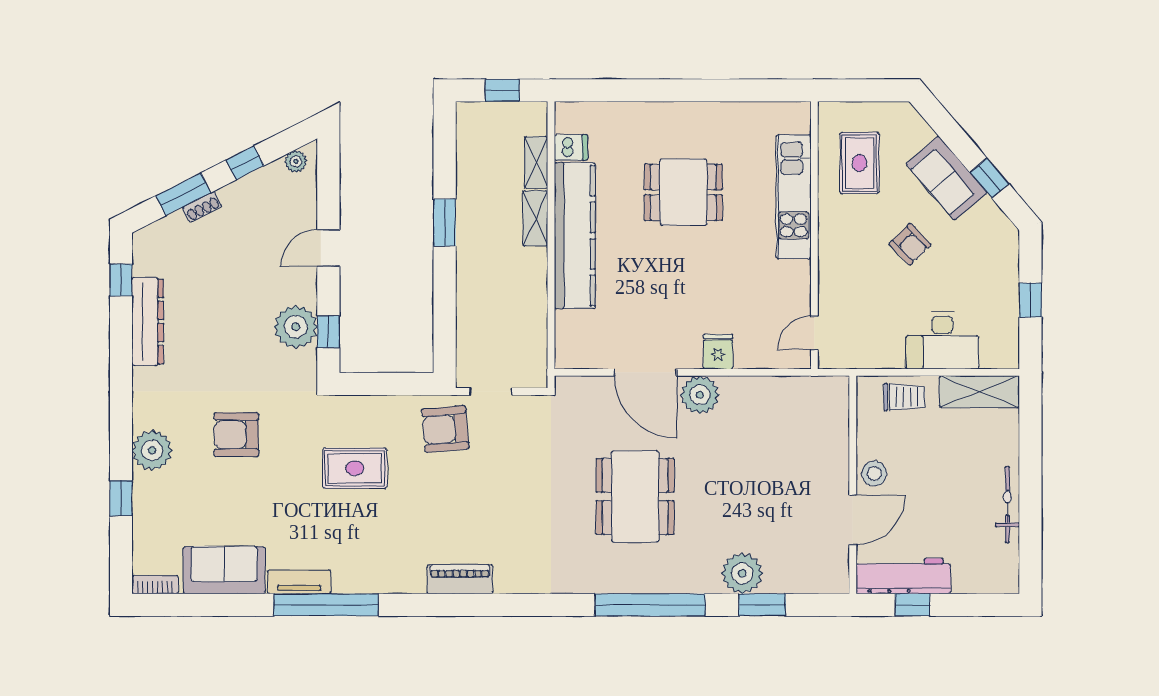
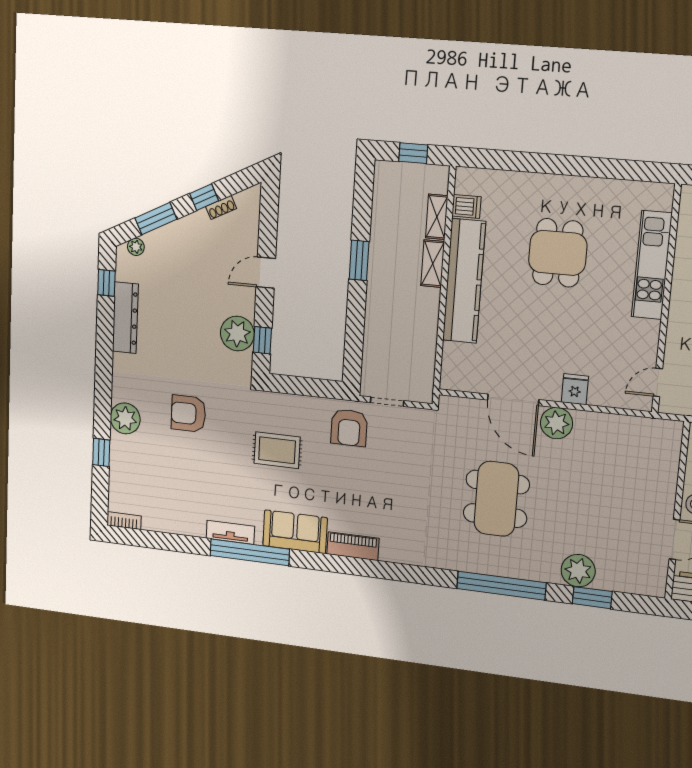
plant: (296, 161) -> (136, 247), moved
dining table: (683, 192) -> (558, 253), turned 90
shoe rack: (202, 207) -> (221, 207), moved
armchair: (445, 429) -> (349, 428), turned -85
sofa: (224, 570) -> (295, 532), moved

